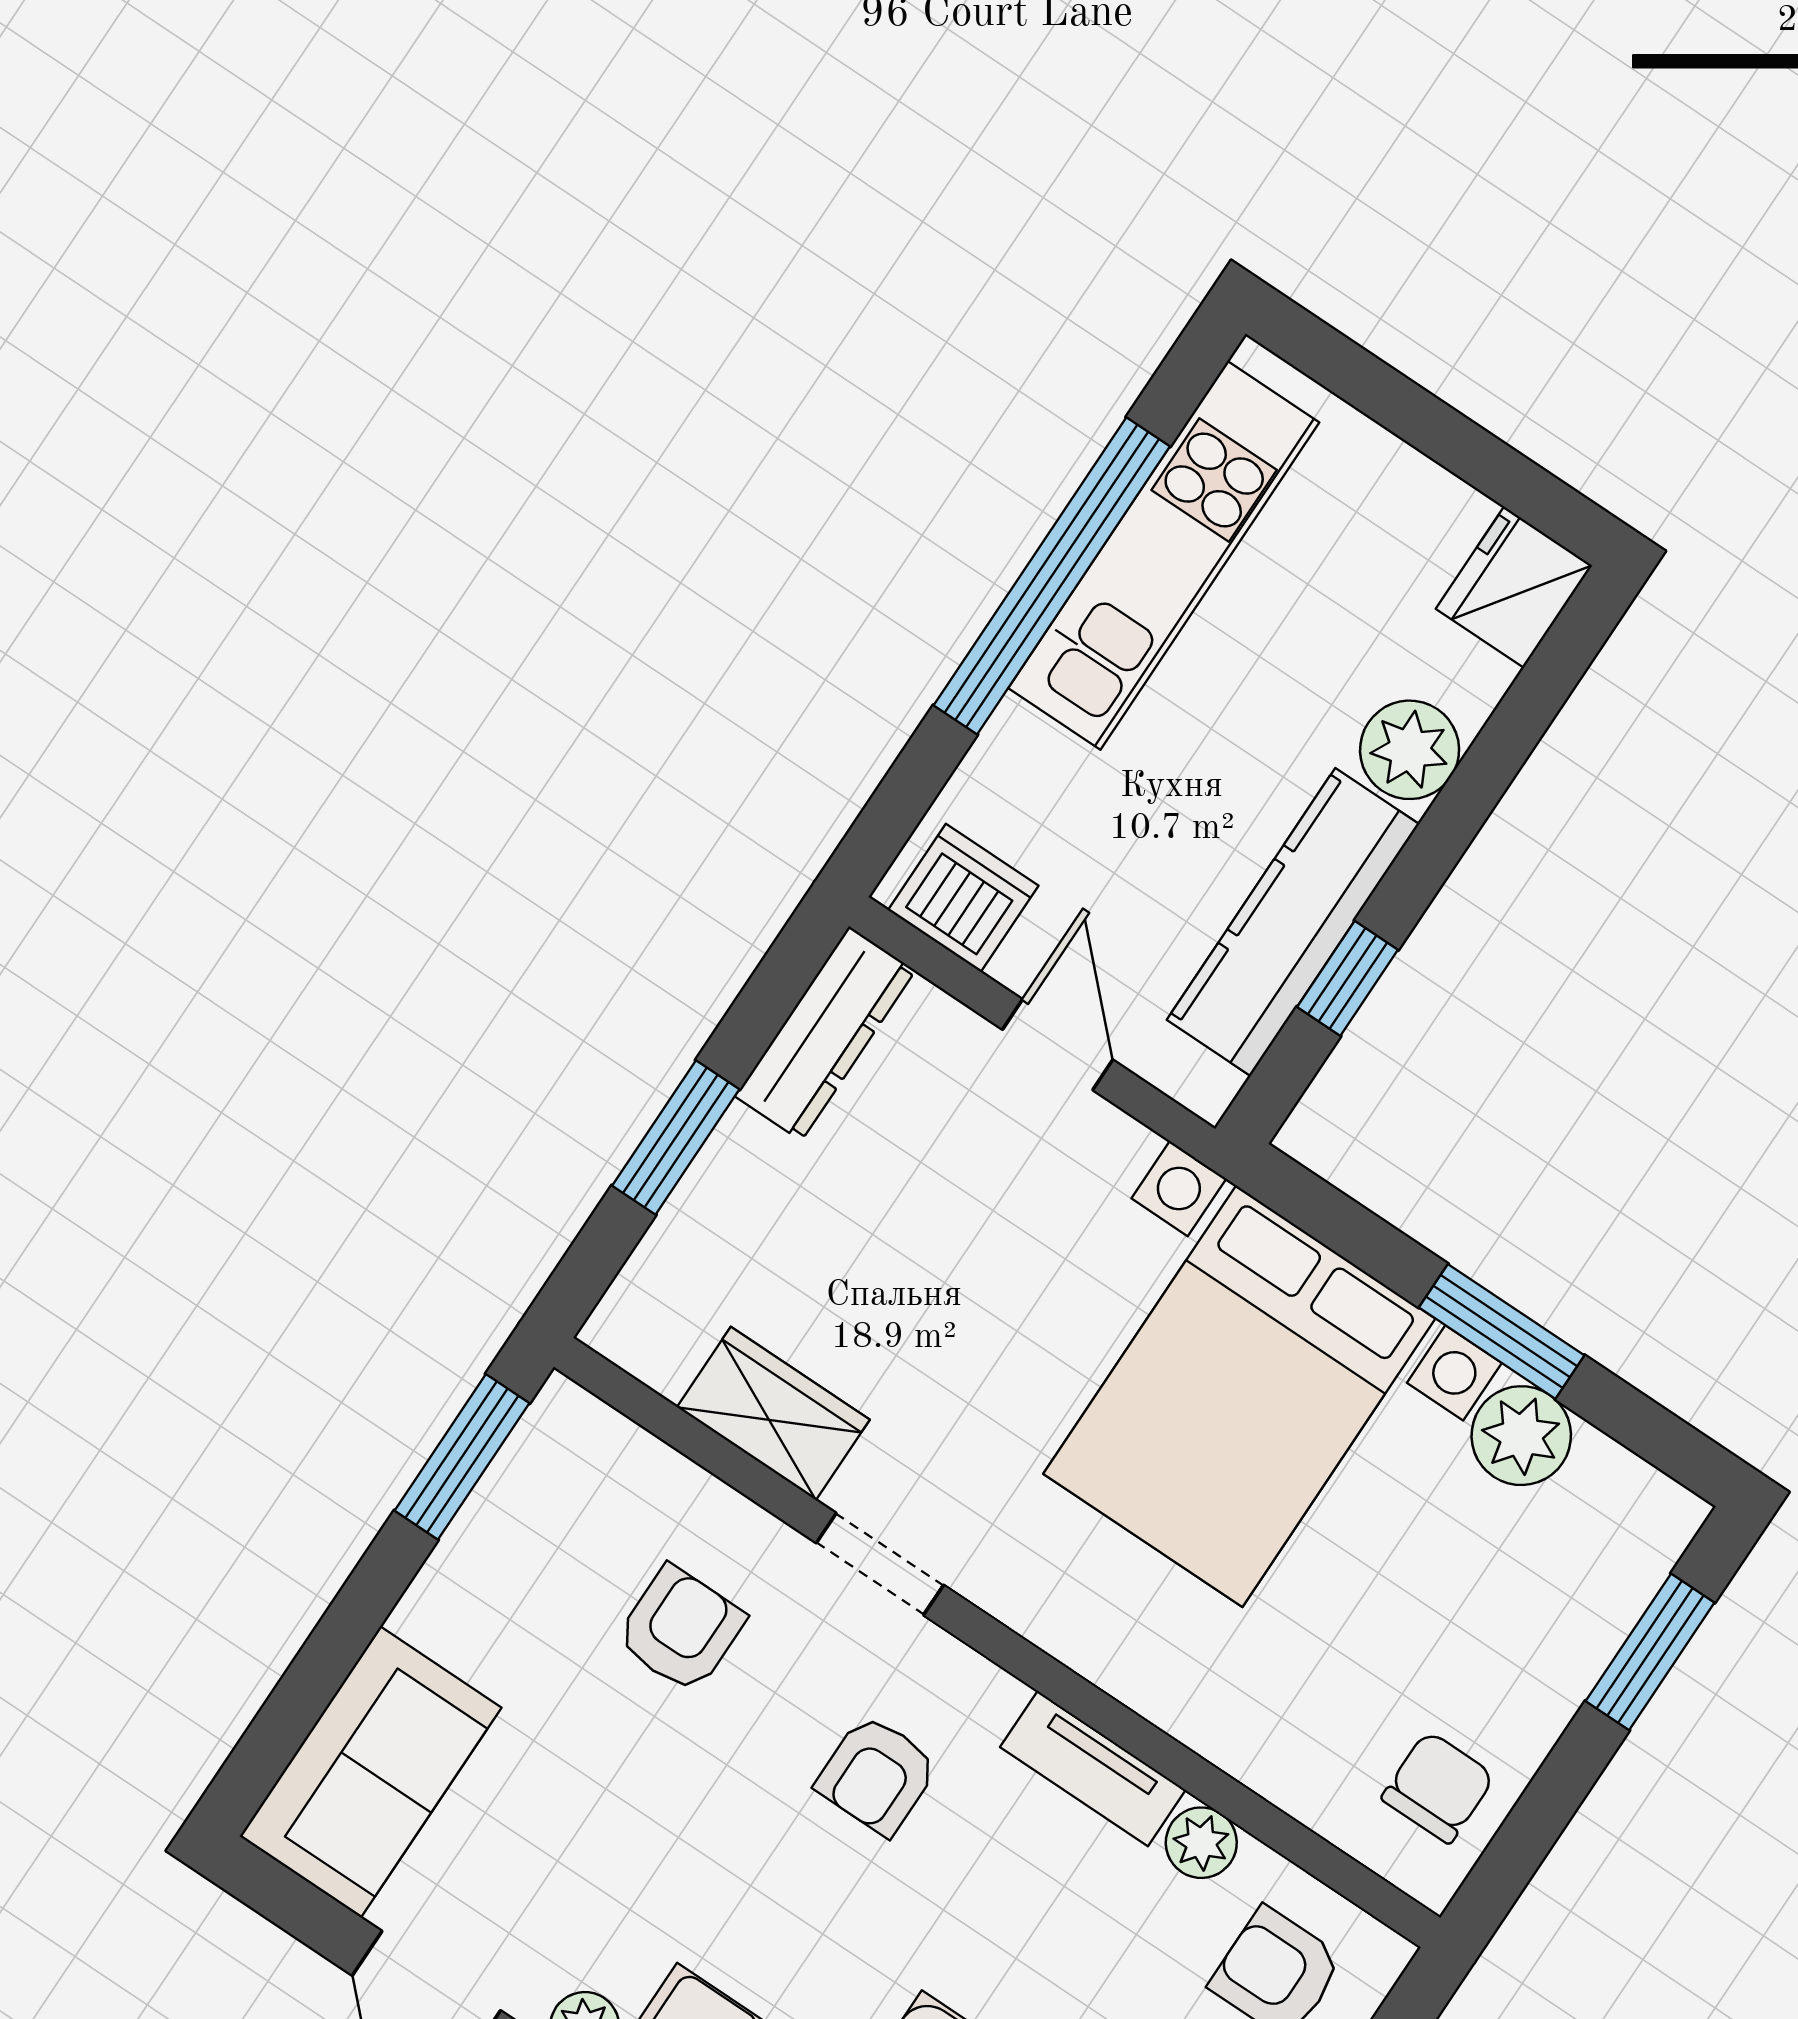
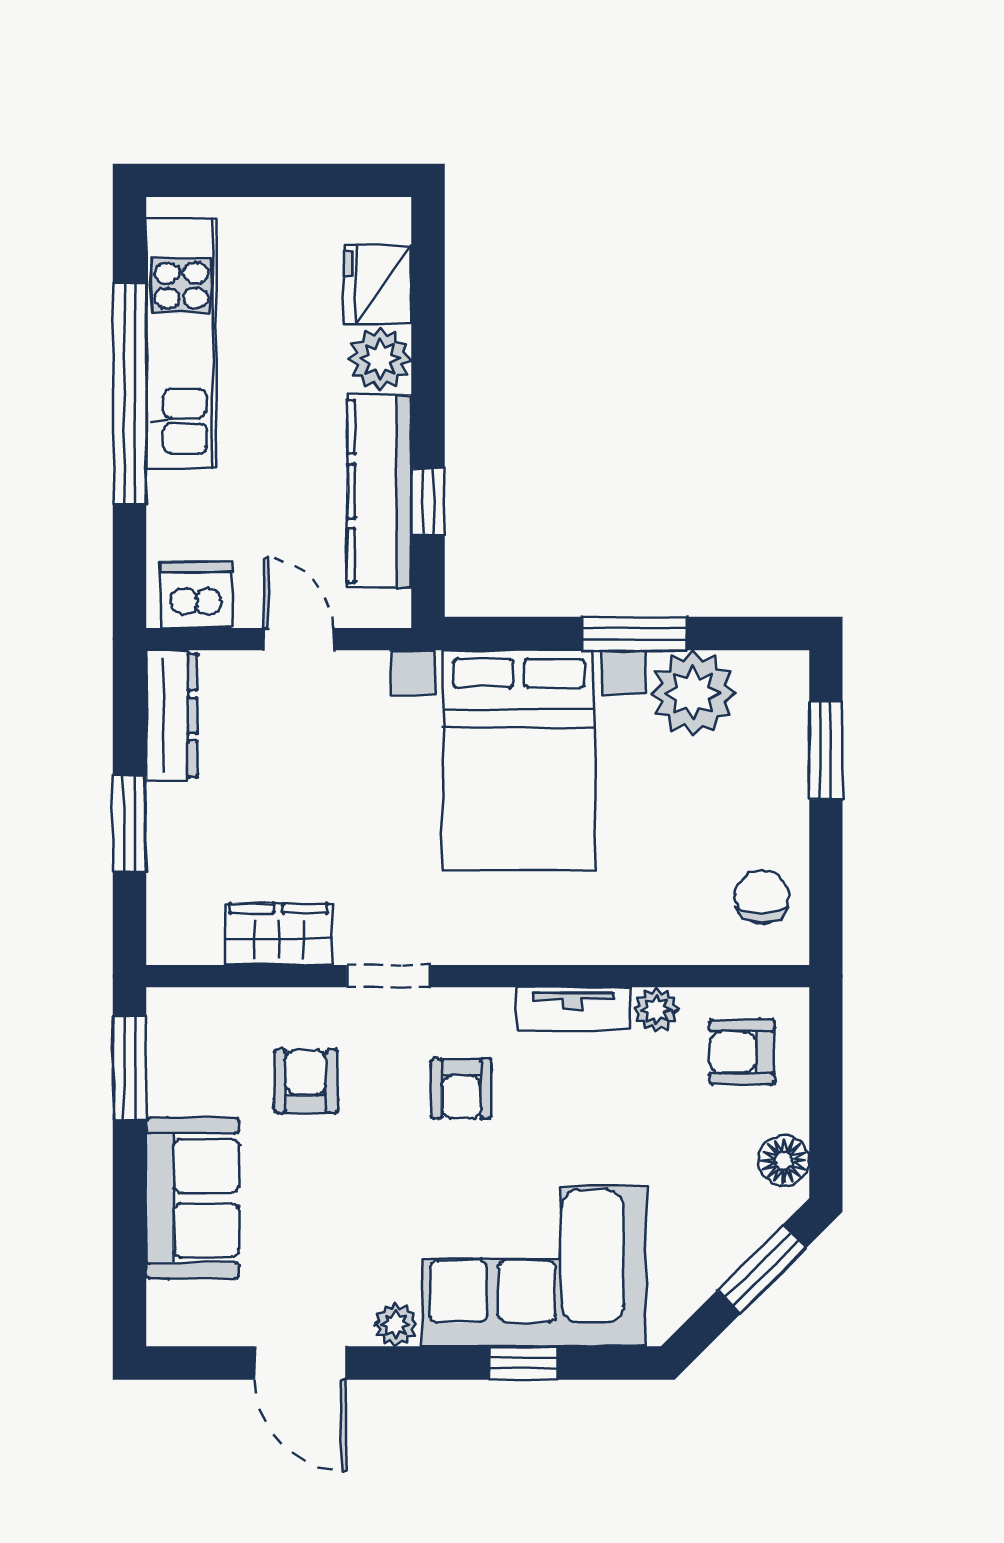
fridge: (1514, 587) -> (378, 284), moved
plant: (1521, 1436) -> (693, 693), width x1.36, depth x1.36
sofa: (370, 1772) -> (193, 1198), moved

